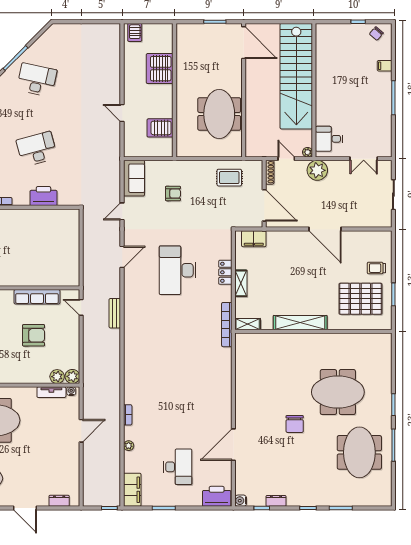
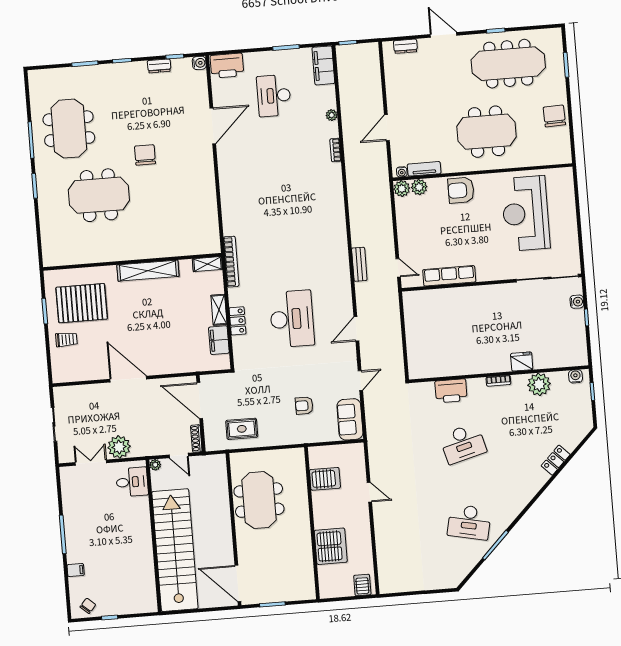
plant: (317, 170) -> (119, 447), moved
filing cabinet: (254, 239) -> (219, 340), moved, turned -90
armchair: (34, 335) -> (461, 190), moved

